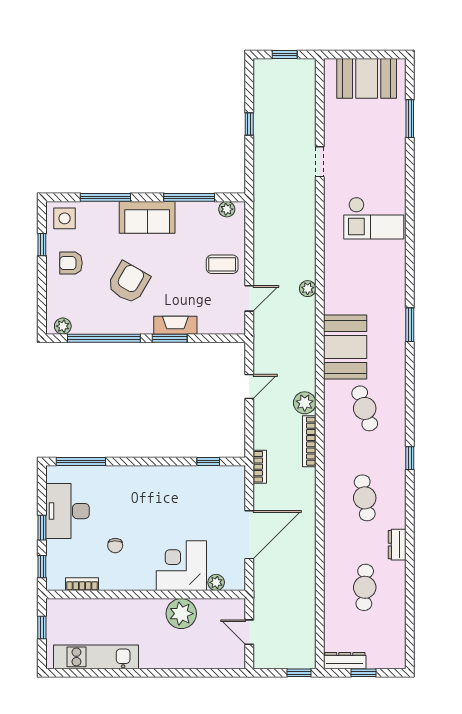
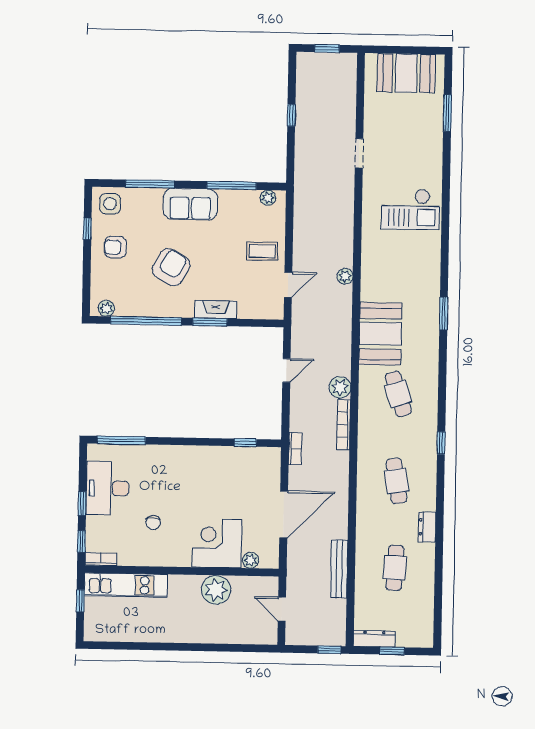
bookcase: (82, 584) -> (101, 559), moved
bench: (307, 590) -> (339, 569), added
kitchen unit: (96, 657) -> (126, 585), moved, turned 180

